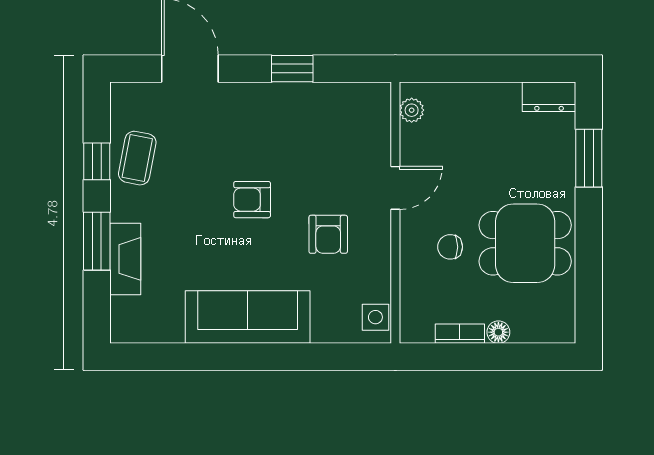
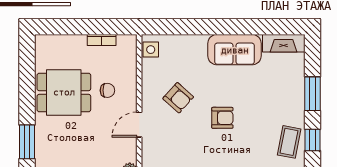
armchair: (328, 234) -> (178, 98), turned 132
fireplace: (125, 259) -> (283, 43), moved, turned -90
sofa: (248, 317) -> (235, 50), width x0.73
floor lamp: (498, 332) -> (79, 41), removed

